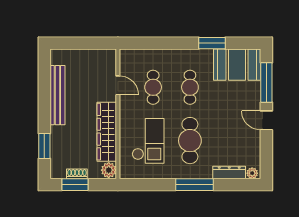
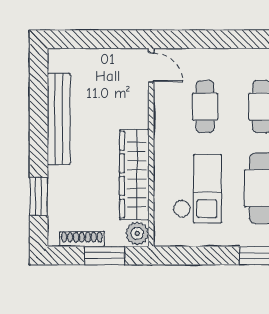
door: (118, 85) -> (151, 67), moved
shoe rack: (77, 174) -> (82, 239), width x1.43
window: (75, 185) -> (105, 256), moved

